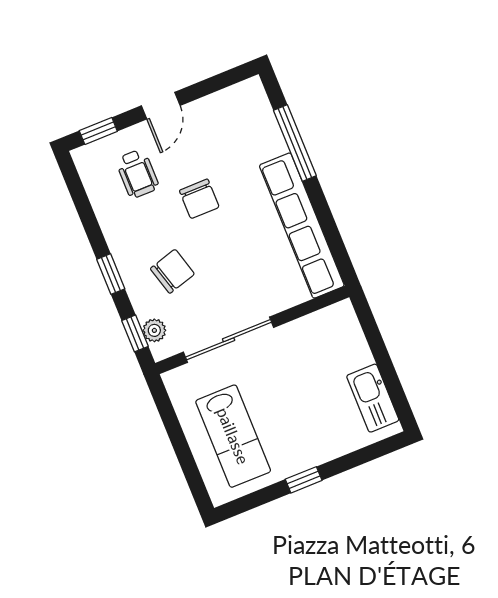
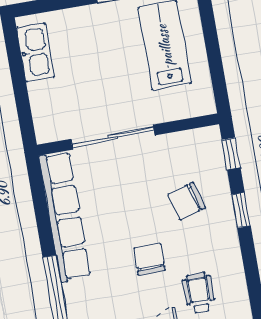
plant: (154, 330) -> (214, 153), removed
sliding door: (229, 340) -> (113, 137), moved

